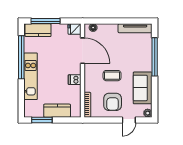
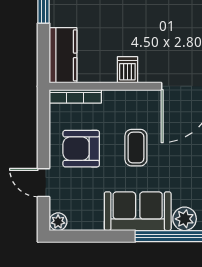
plant: (146, 52) -> (185, 219), added
sofa: (143, 88) -> (138, 211), moved
kitchen counter: (57, 111) -> (63, 55), moved

